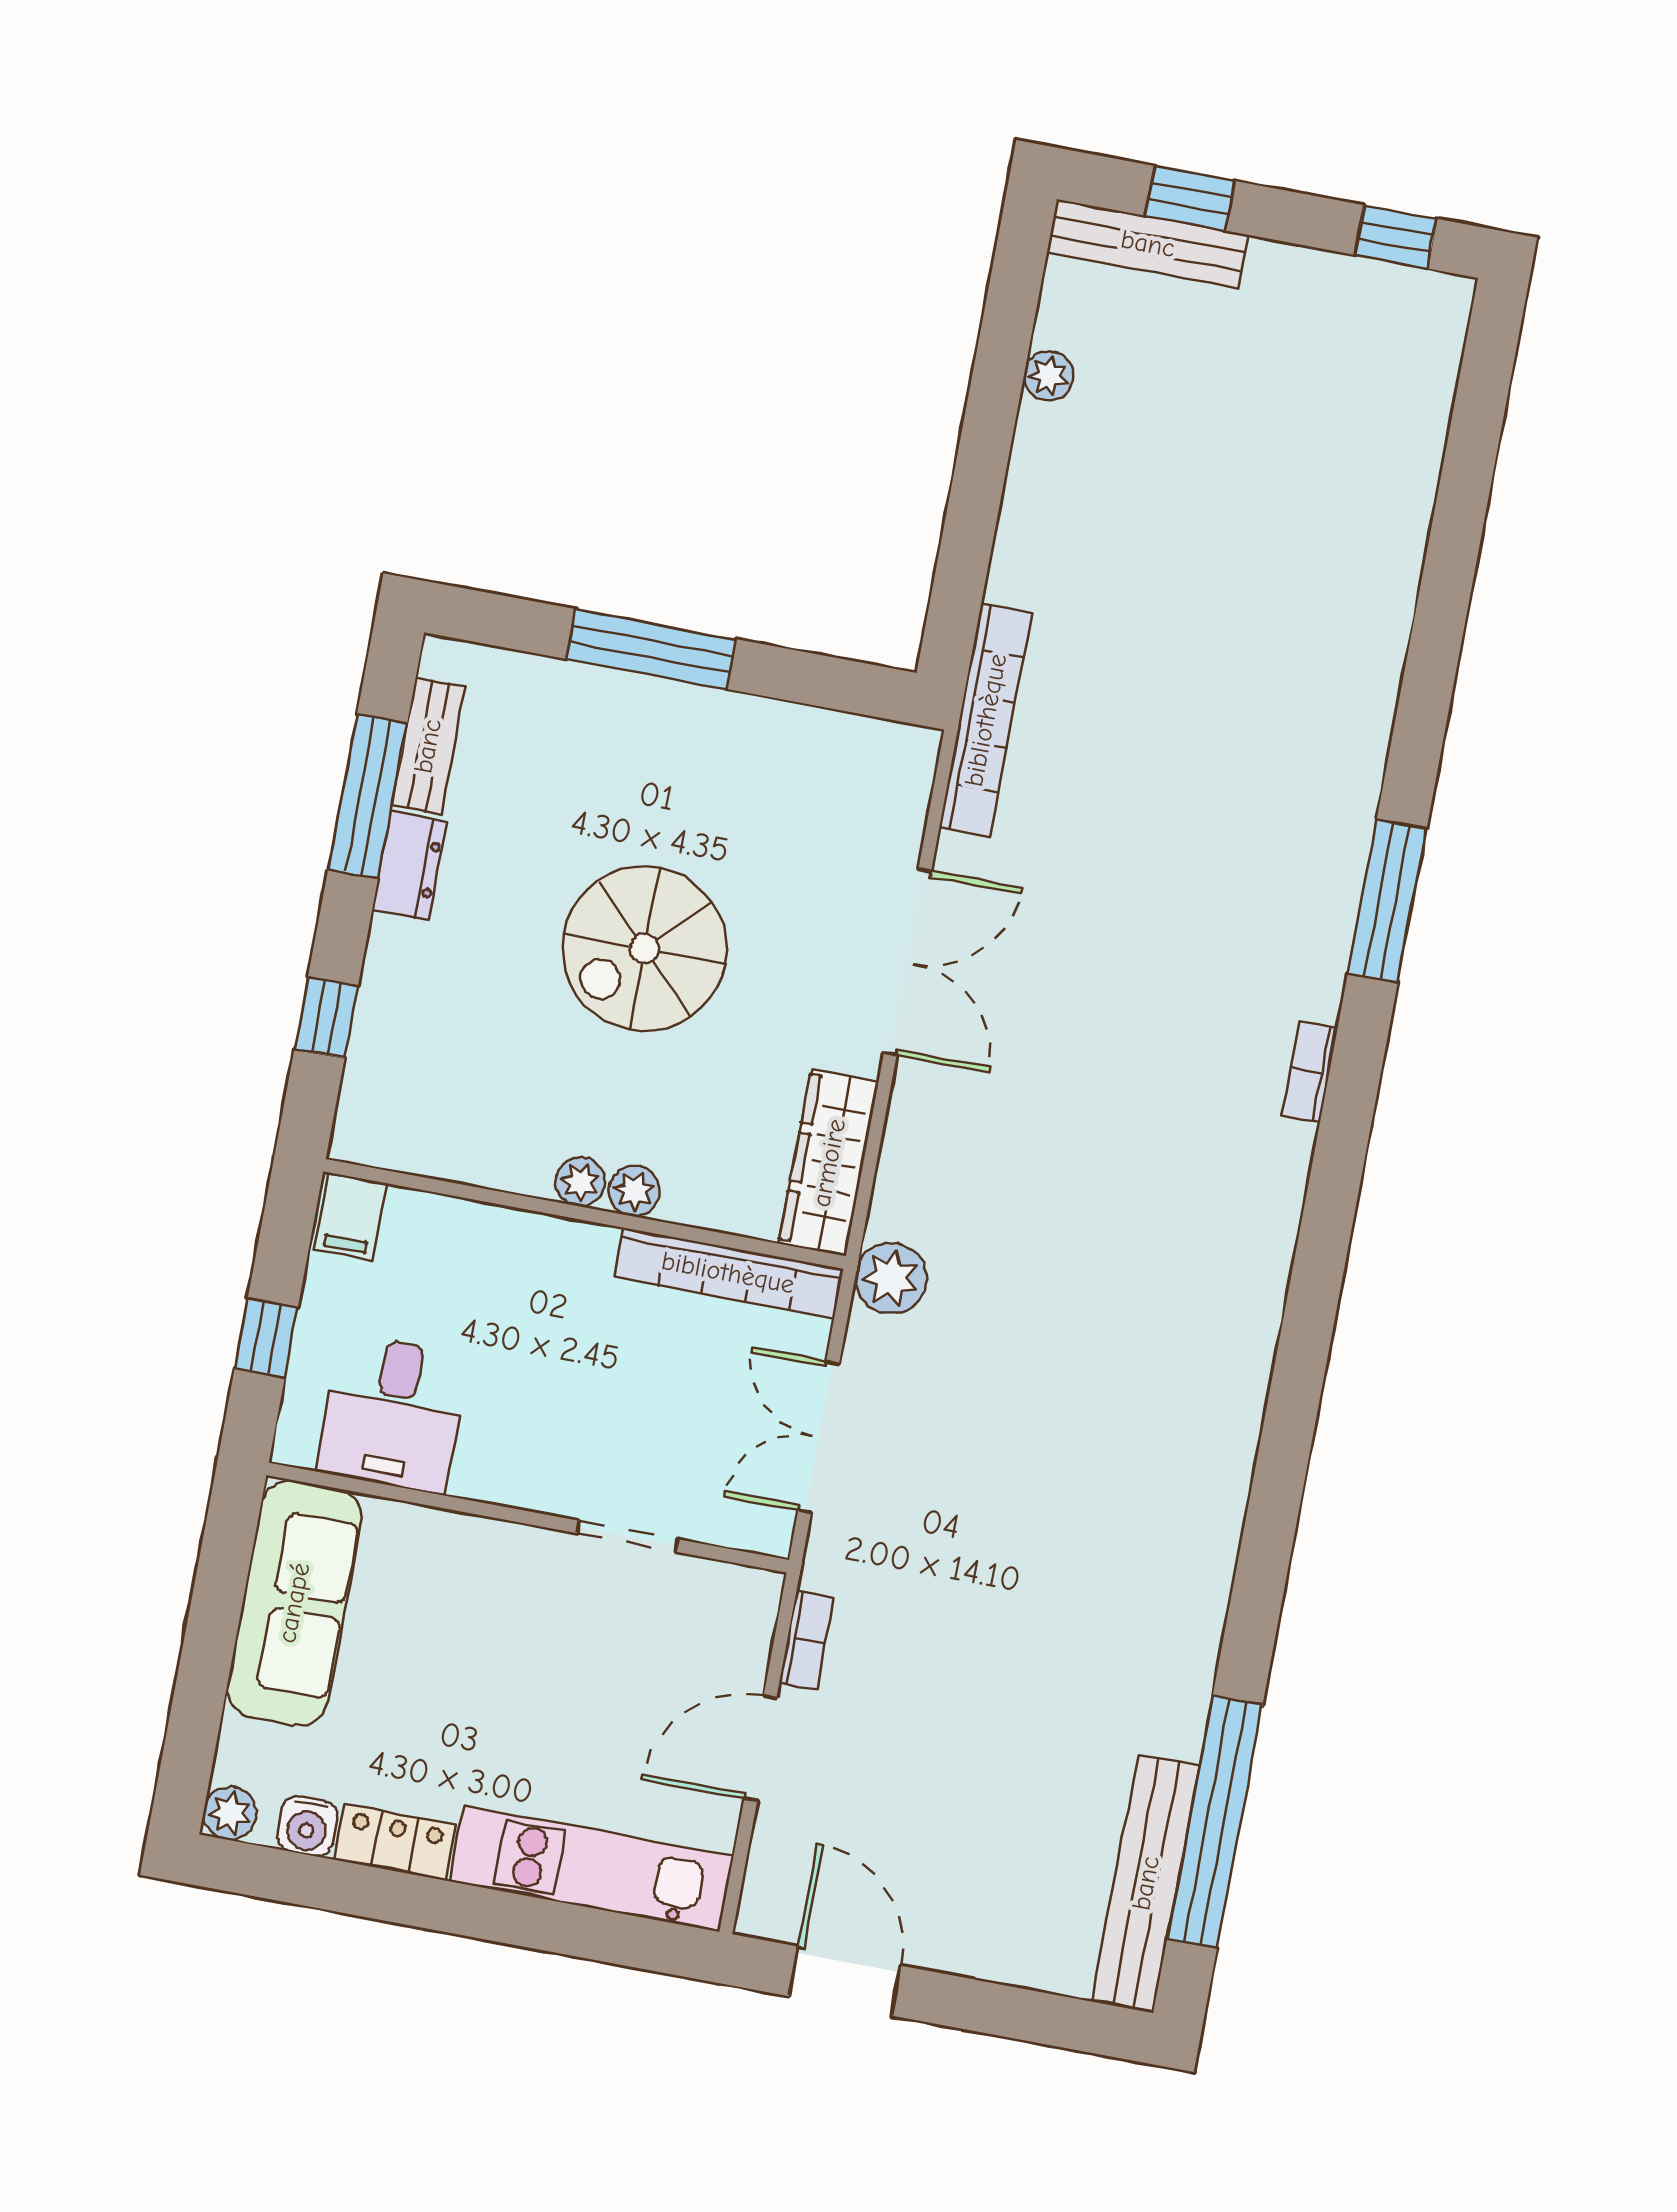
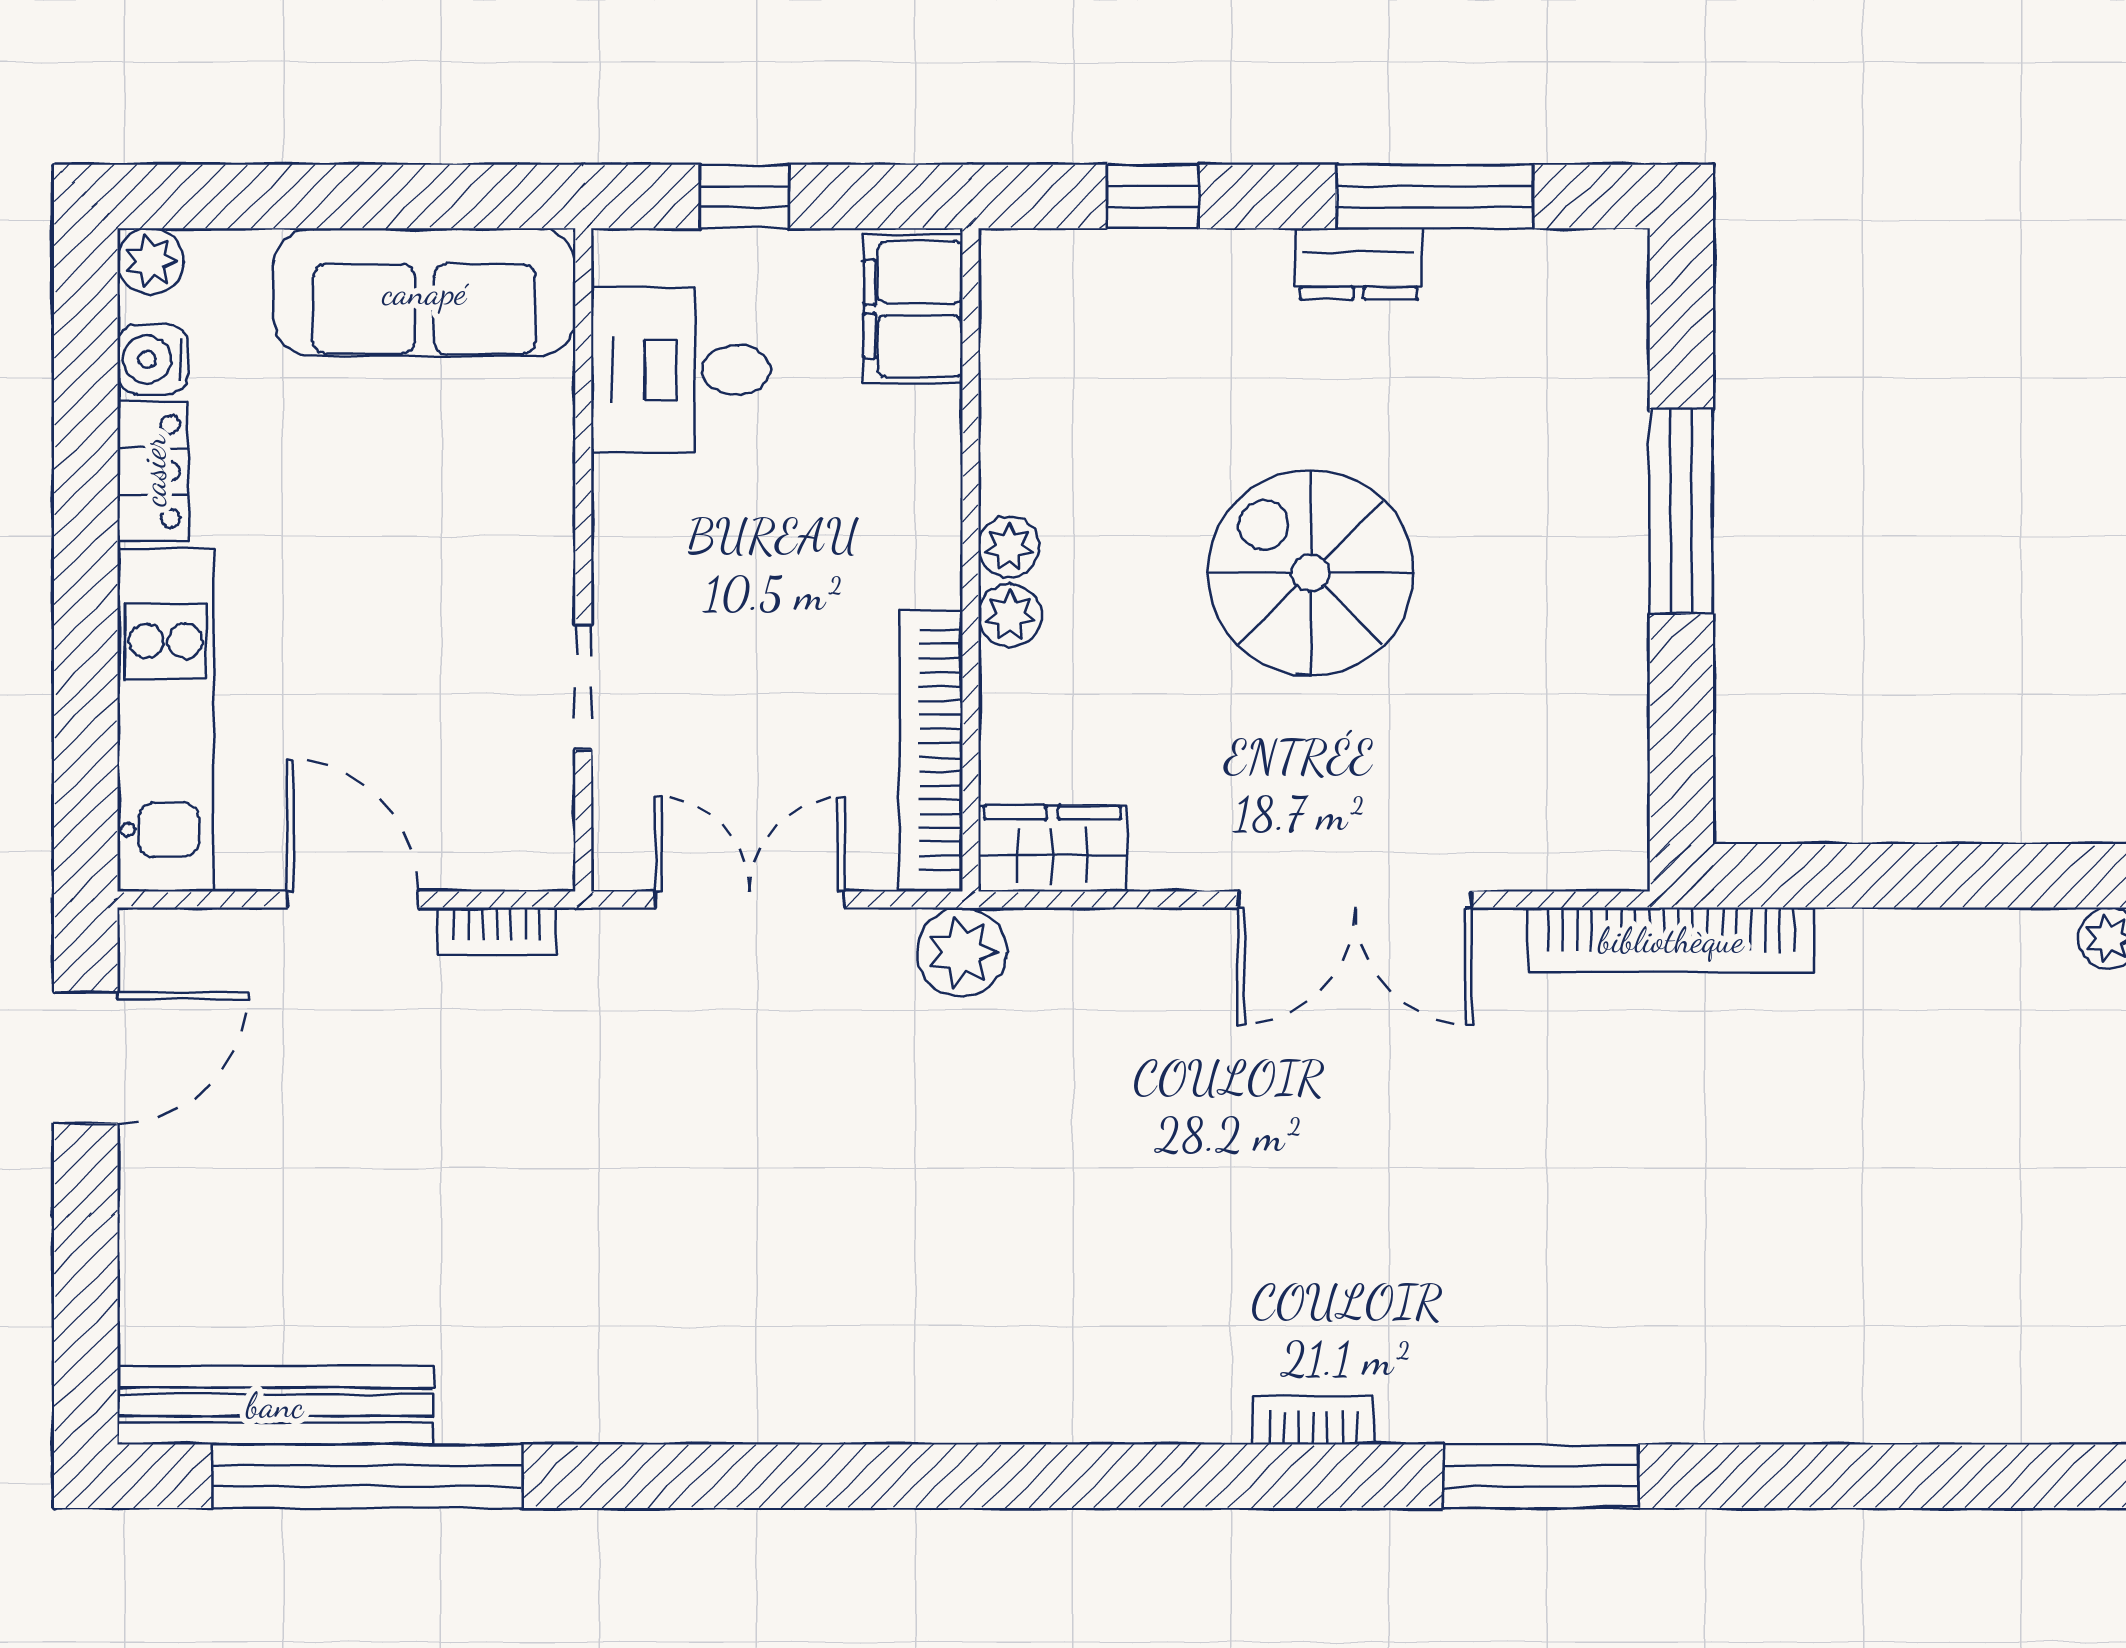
bench: (428, 746) -> (1511, 260), removed
wardrobe: (829, 1163) -> (1052, 849), width x0.67
filing cabinet: (350, 1217) -> (913, 309), width x2.00

